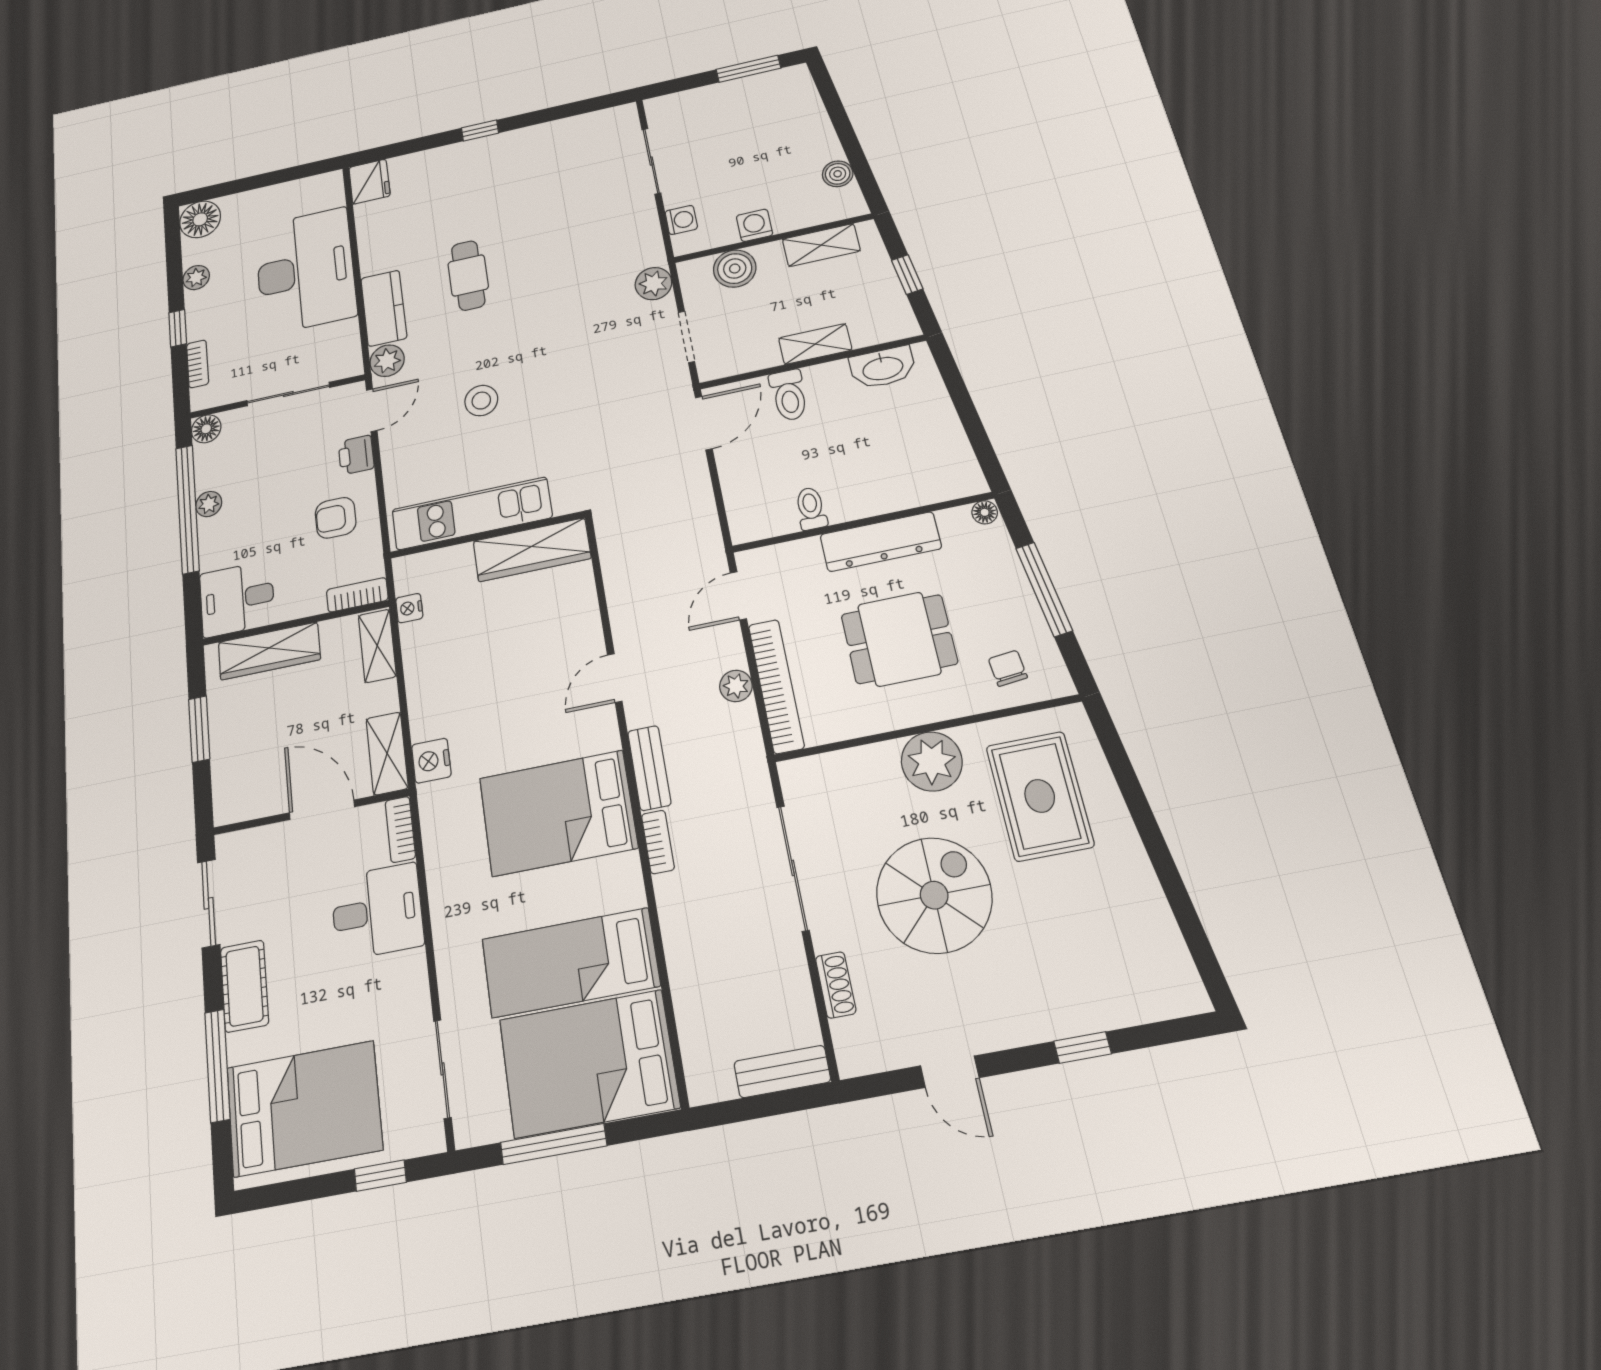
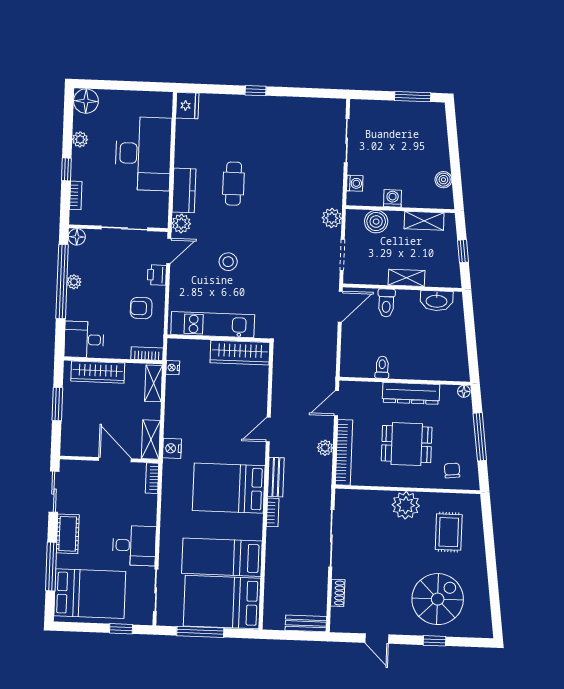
rug: (1040, 796) -> (449, 532), width x0.73, depth x0.70
spiral stairs: (934, 895) -> (438, 599), moved
desk: (377, 911) -> (134, 545), moved

